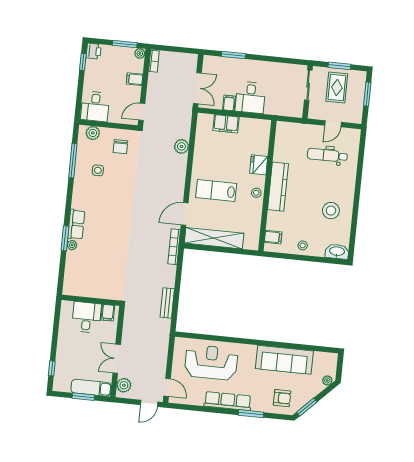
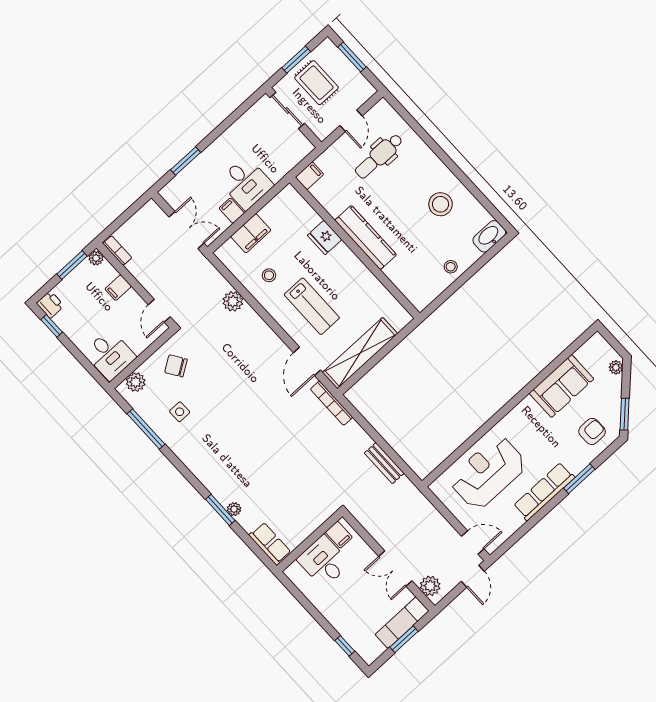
chair: (120, 147) -> (176, 366), turned 147
lab bench: (216, 191) -> (312, 306), turned -90
stool: (256, 193) -> (269, 275), moved
row of seats: (76, 224) -> (270, 544), moved
filing cabinet: (273, 237) -> (309, 176), moved
sofa: (284, 360) -> (562, 386), width x0.73

